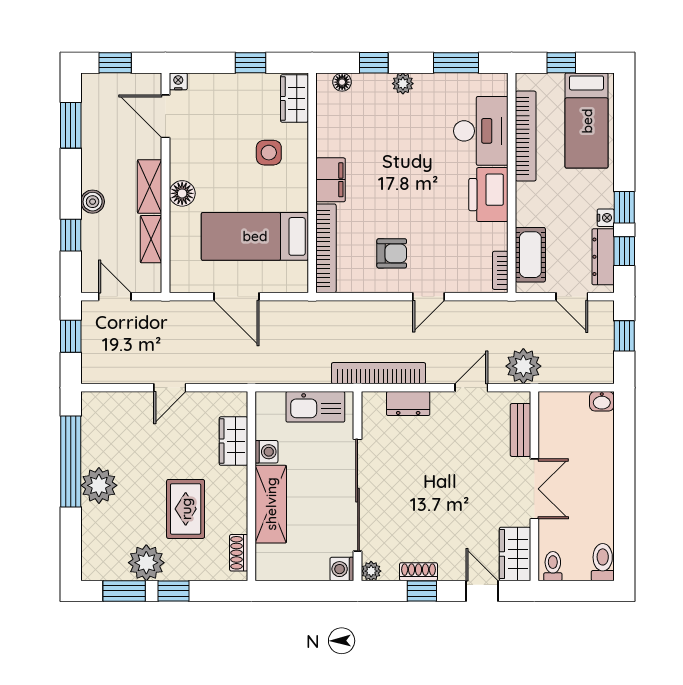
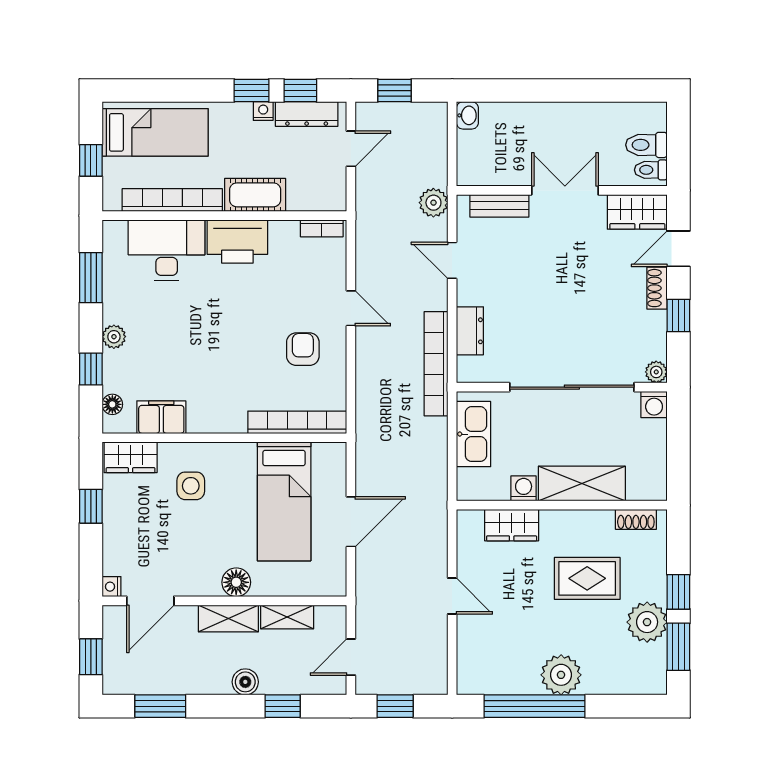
filing cabinet: (331, 180) -> (161, 417), moved
cot: (530, 255) -> (255, 195), moved
plant: (523, 366) -> (433, 203), width x0.73, depth x0.73
toilet: (603, 562) -> (646, 145), moved
shoe rack: (418, 572) -> (657, 288), moved

